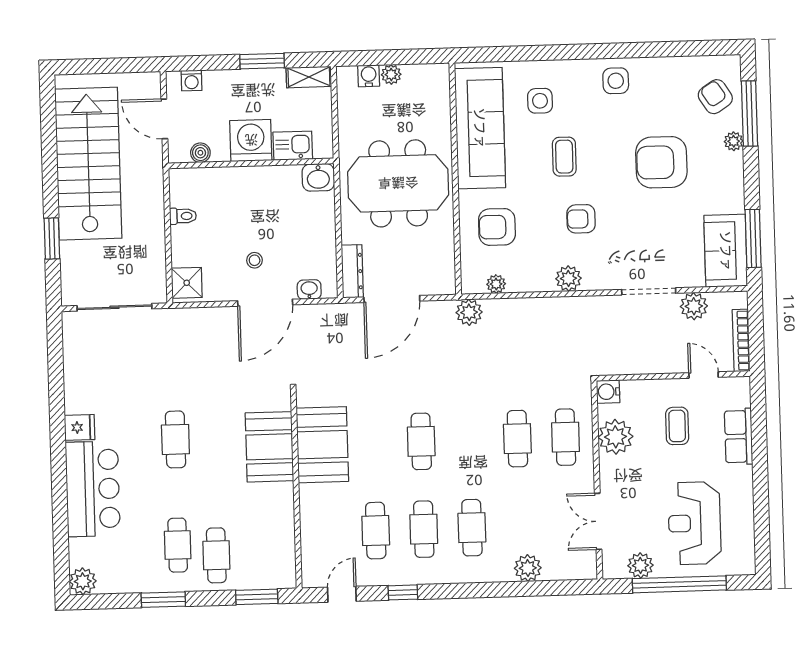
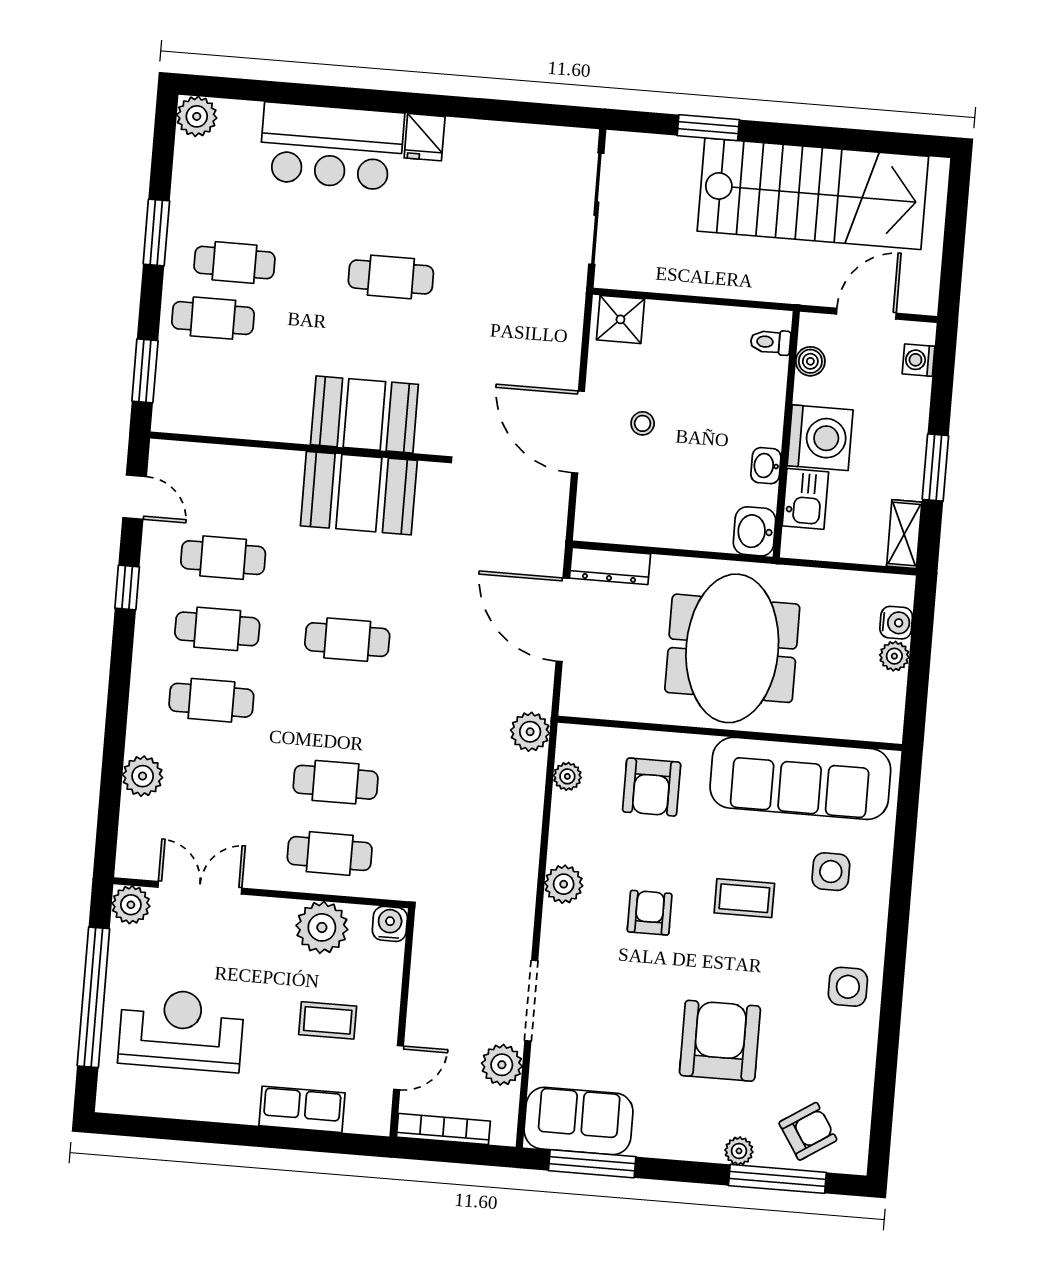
toilet: (183, 216) -> (770, 342), moved, turned 90
armchair: (497, 227) -> (652, 787), turned 180
washbasin: (309, 290) -> (766, 466), moved, turned 180
plant: (640, 565) -> (131, 905), moved

